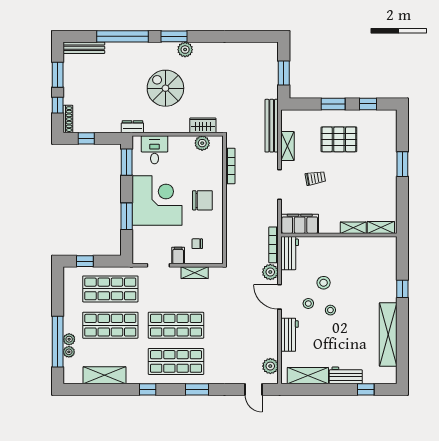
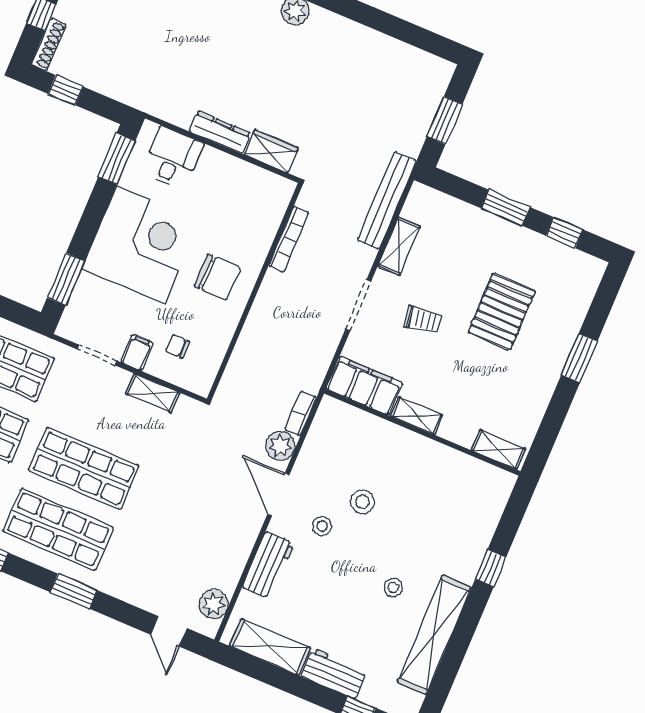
spiral stairs: (165, 88) -> (235, 62), removed
dresser: (132, 127) -> (220, 132), moved, width x1.44
pallet: (339, 139) -> (502, 312), moved, turned 90
plant: (202, 143) -> (258, 181), removed
window: (127, 216) -> (66, 279), moved
shelving: (353, 228) -> (417, 416), moved
bookcase: (274, 245) -> (301, 413), width x0.64
workbench: (290, 253) -> (326, 428), removed
stool: (330, 310) -> (393, 587), moved

